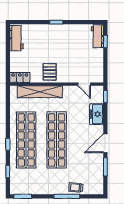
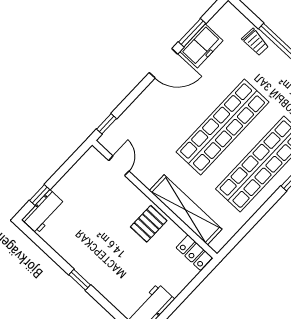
freezer: (97, 114) -> (201, 46), moved

